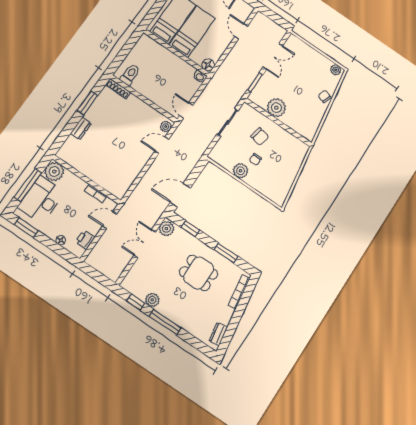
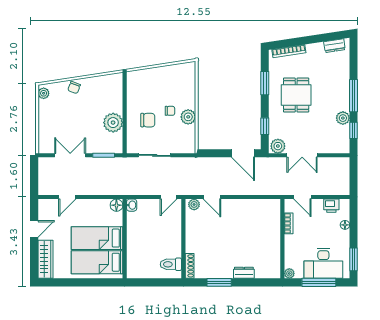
chair: (260, 136) -> (148, 120), turned 79
plant: (54, 172) -> (289, 273), width x0.53, depth x0.53

